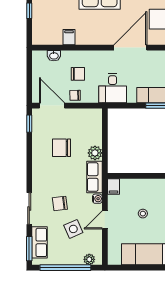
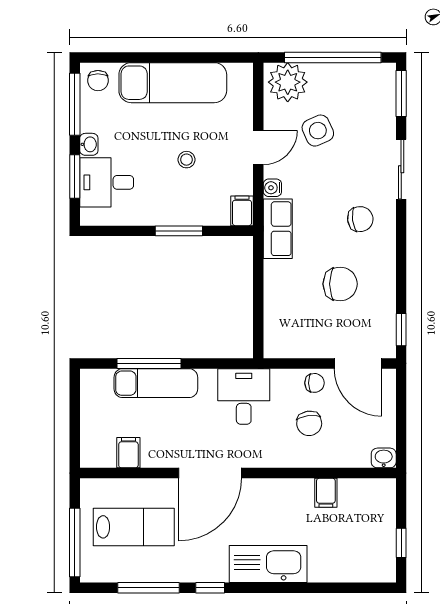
washbasin: (54, 56) -> (384, 458), moved
chair: (78, 74) -> (309, 423), turned -98
plant: (95, 153) -> (277, 274), removed
window: (147, 176) -> (179, 231), added
chair: (60, 203) -> (360, 219), moved
row of seats: (39, 242) -> (382, 105), removed
plant: (89, 259) -> (288, 82), width x1.87, depth x1.87

